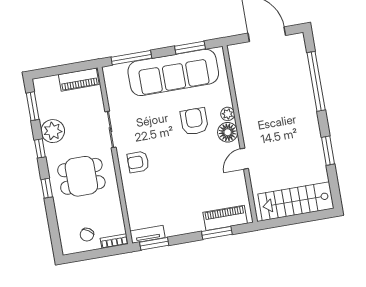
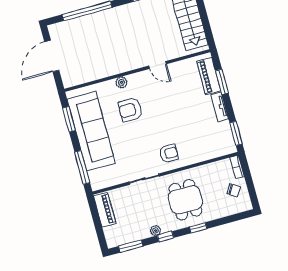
plant: (53, 131) -> (156, 230), width x0.53, depth x0.53
floor lamp: (228, 132) -> (137, 81), removed
armchair: (138, 162) -> (169, 153), turned -90
tv unit: (148, 234) -> (220, 107), moved

